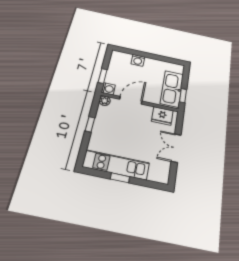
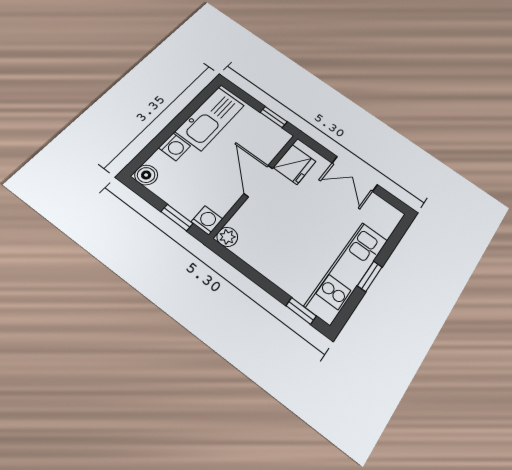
boiler: (117, 55) -> (146, 175), added
kitchen sink: (172, 89) -> (210, 118), moved, turned -90
door: (131, 100) -> (258, 181), moved
window: (90, 124) -> (301, 311), moved

